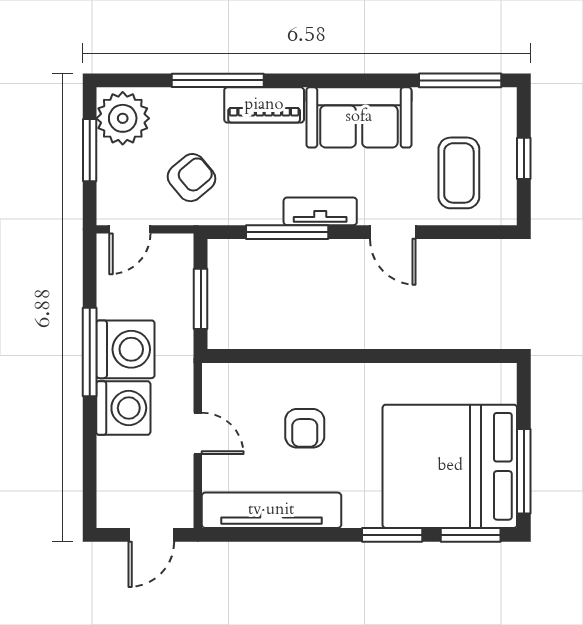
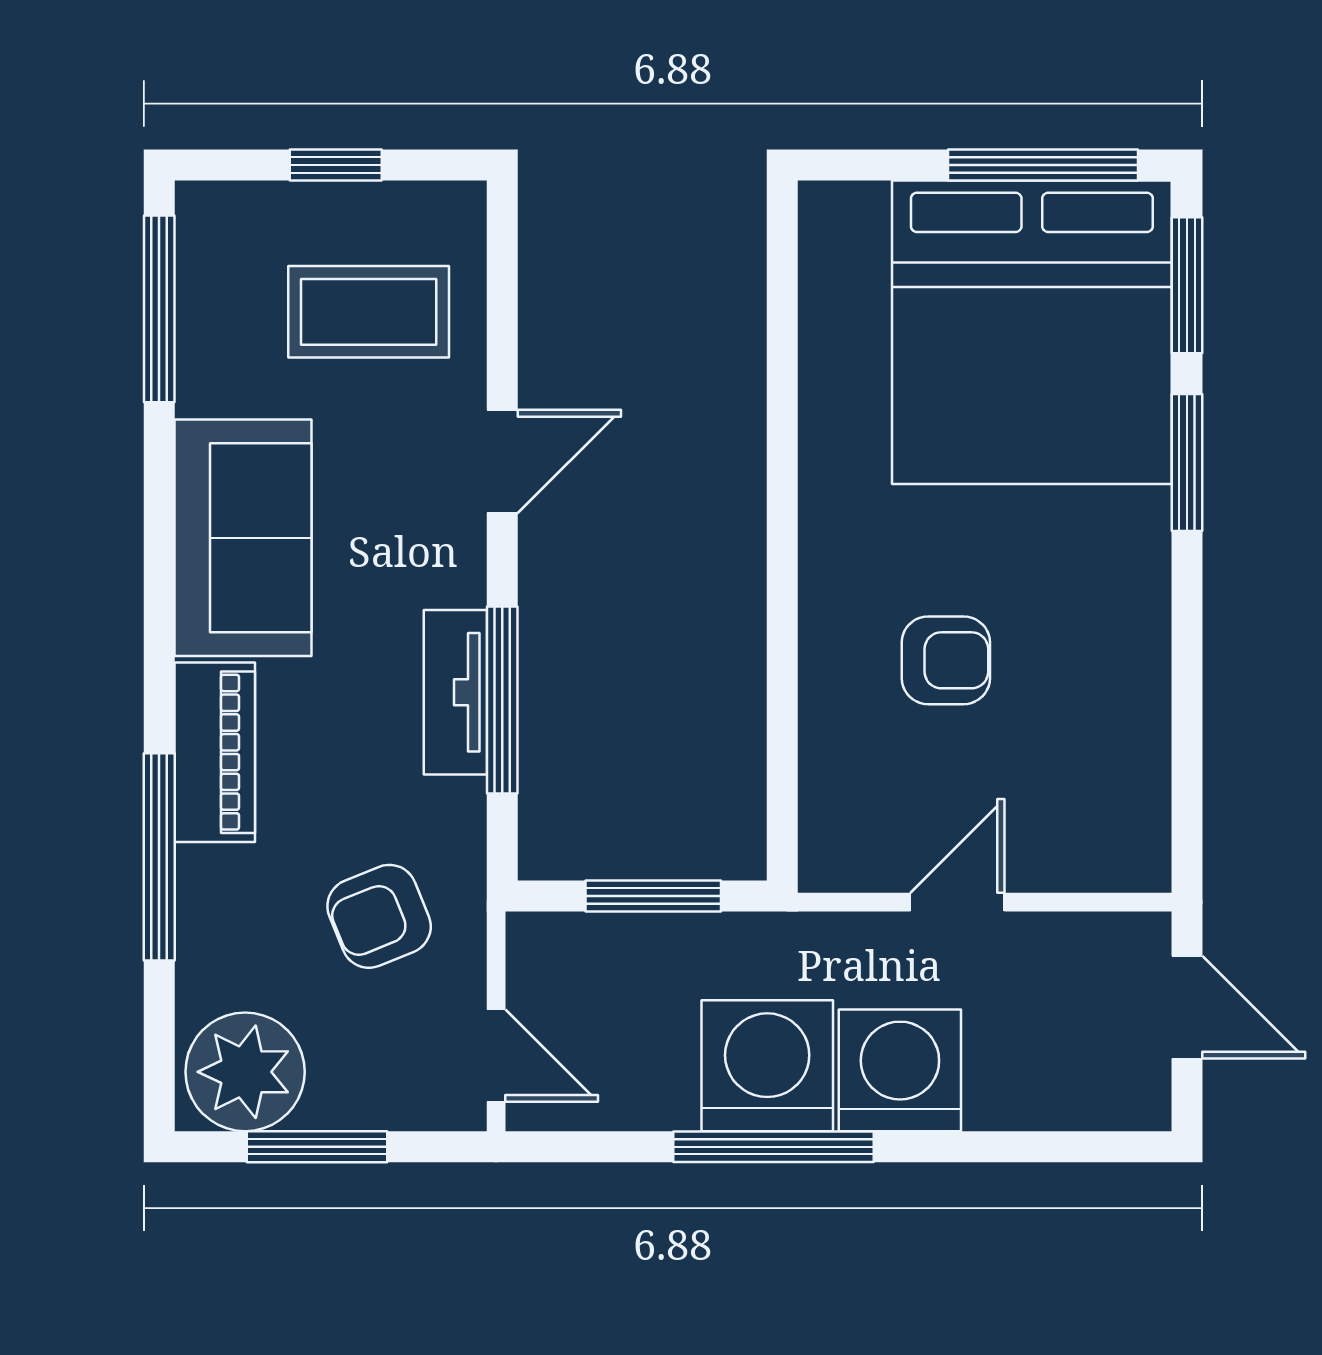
armchair: (191, 178) -> (379, 916), turned -72
tv unit: (320, 211) -> (455, 692), moved
tv unit: (271, 510) -> (1131, 735), removed

